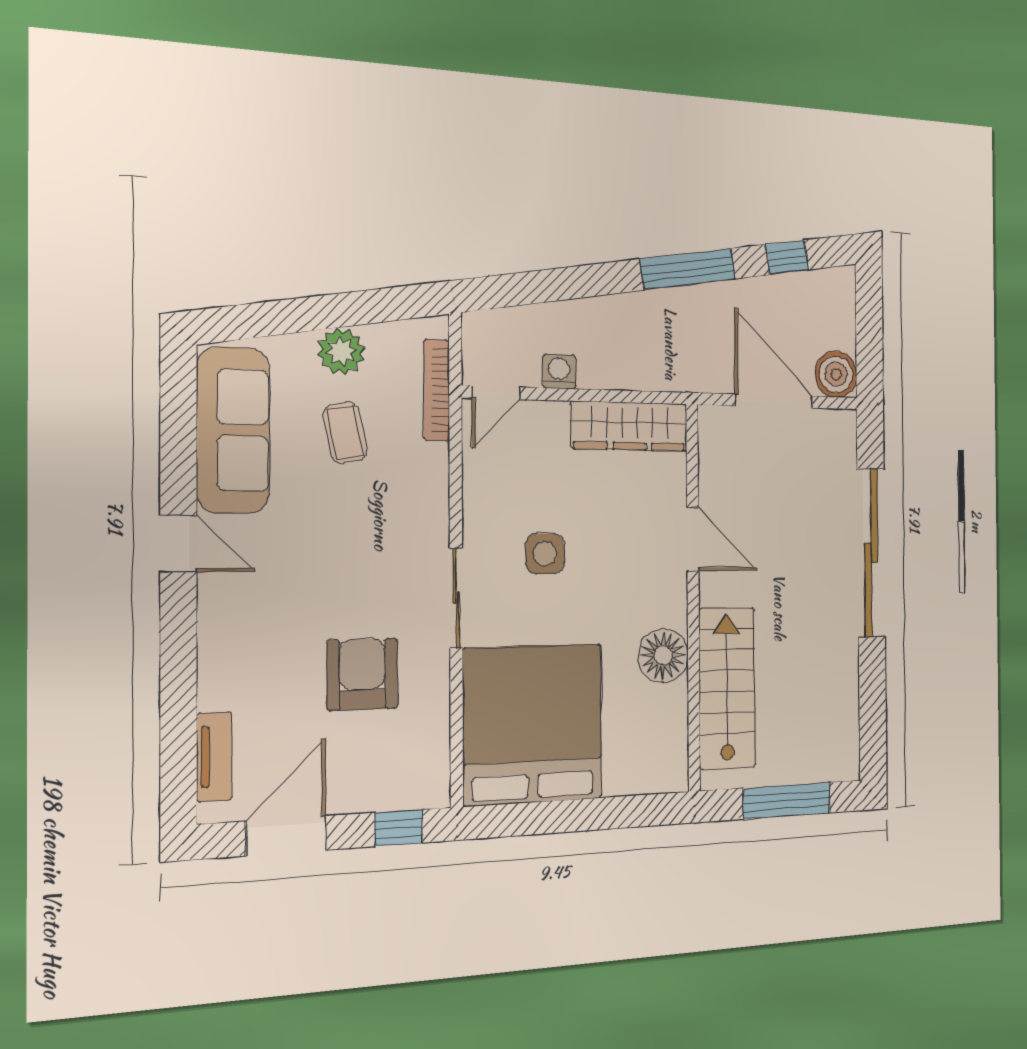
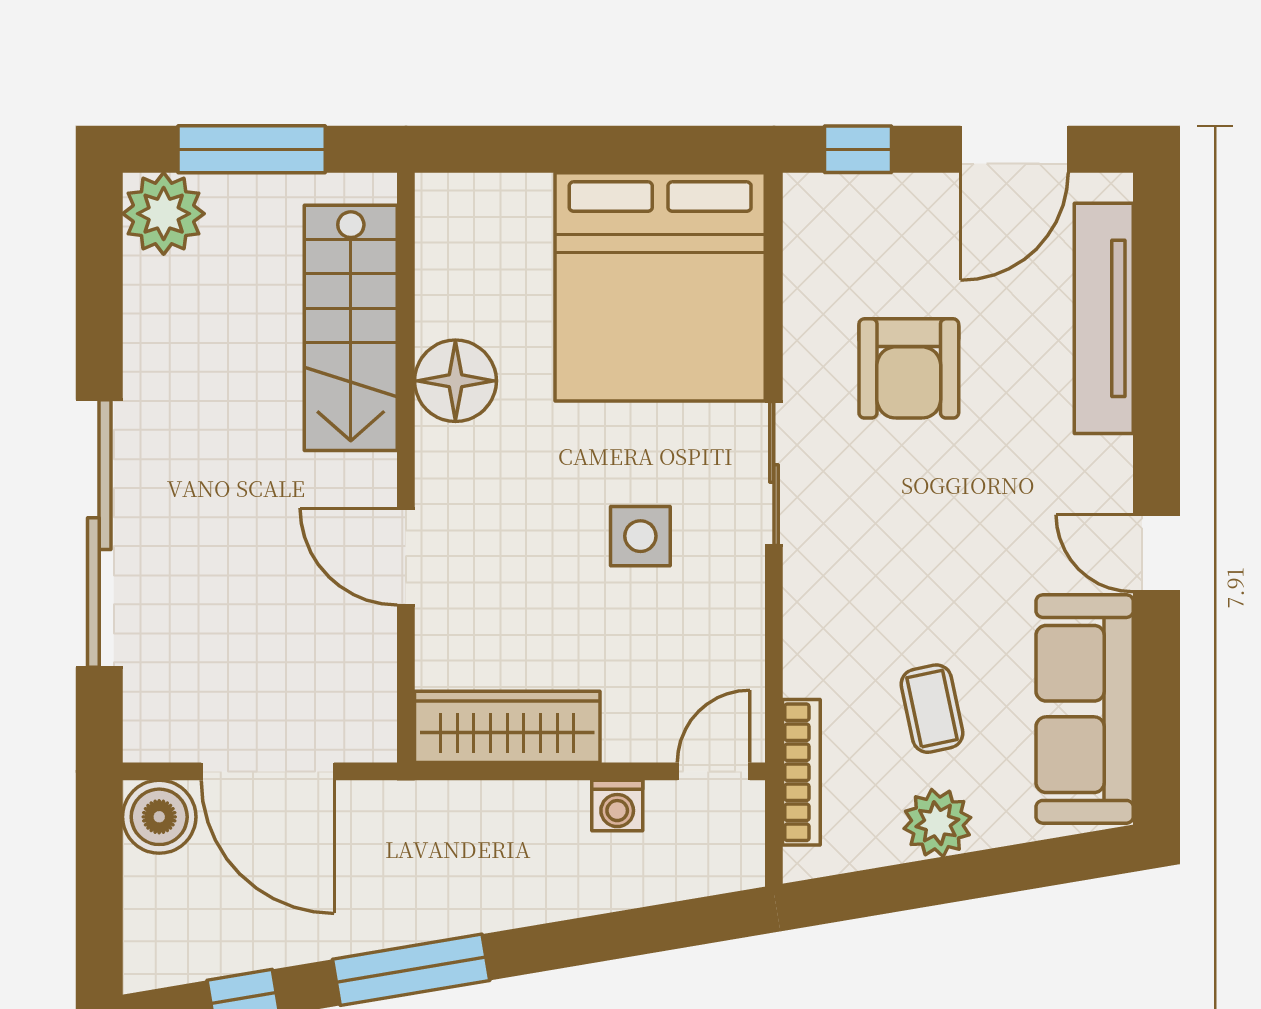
plant: (837, 756) -> (164, 214), added
tv unit: (214, 757) -> (1104, 318), width x1.92, depth x1.29

